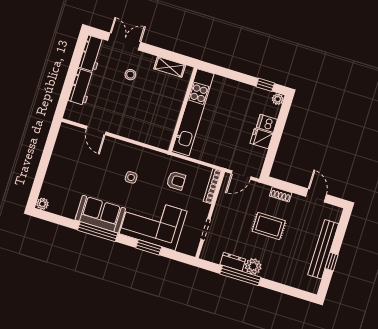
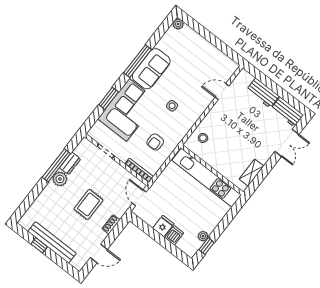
stool: (130, 75) -> (203, 138), moved
plant: (278, 99) -> (203, 236), moved

